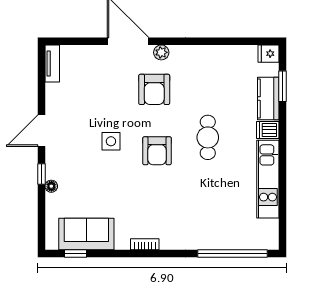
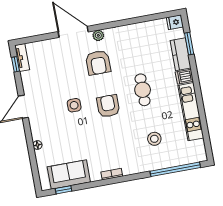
armchair: (157, 151) -> (108, 106), turned 180
window: (42, 174) -> (15, 64), moved
stool: (212, 207) -> (154, 139), added

